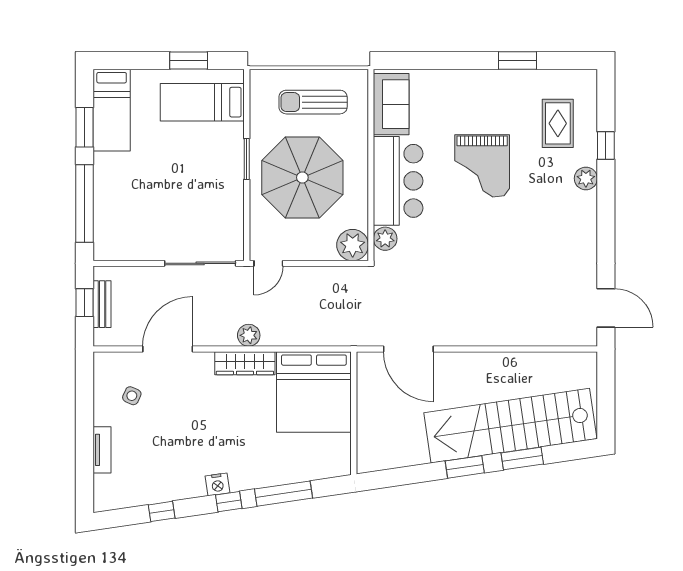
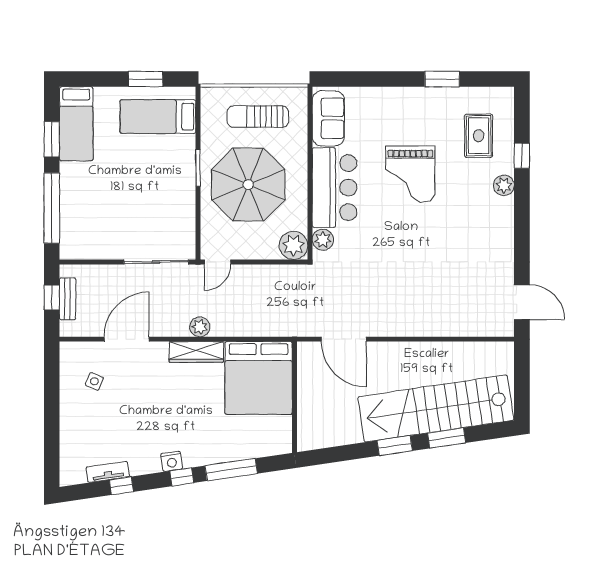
tv unit: (102, 450) -> (108, 472), moved, turned -98

